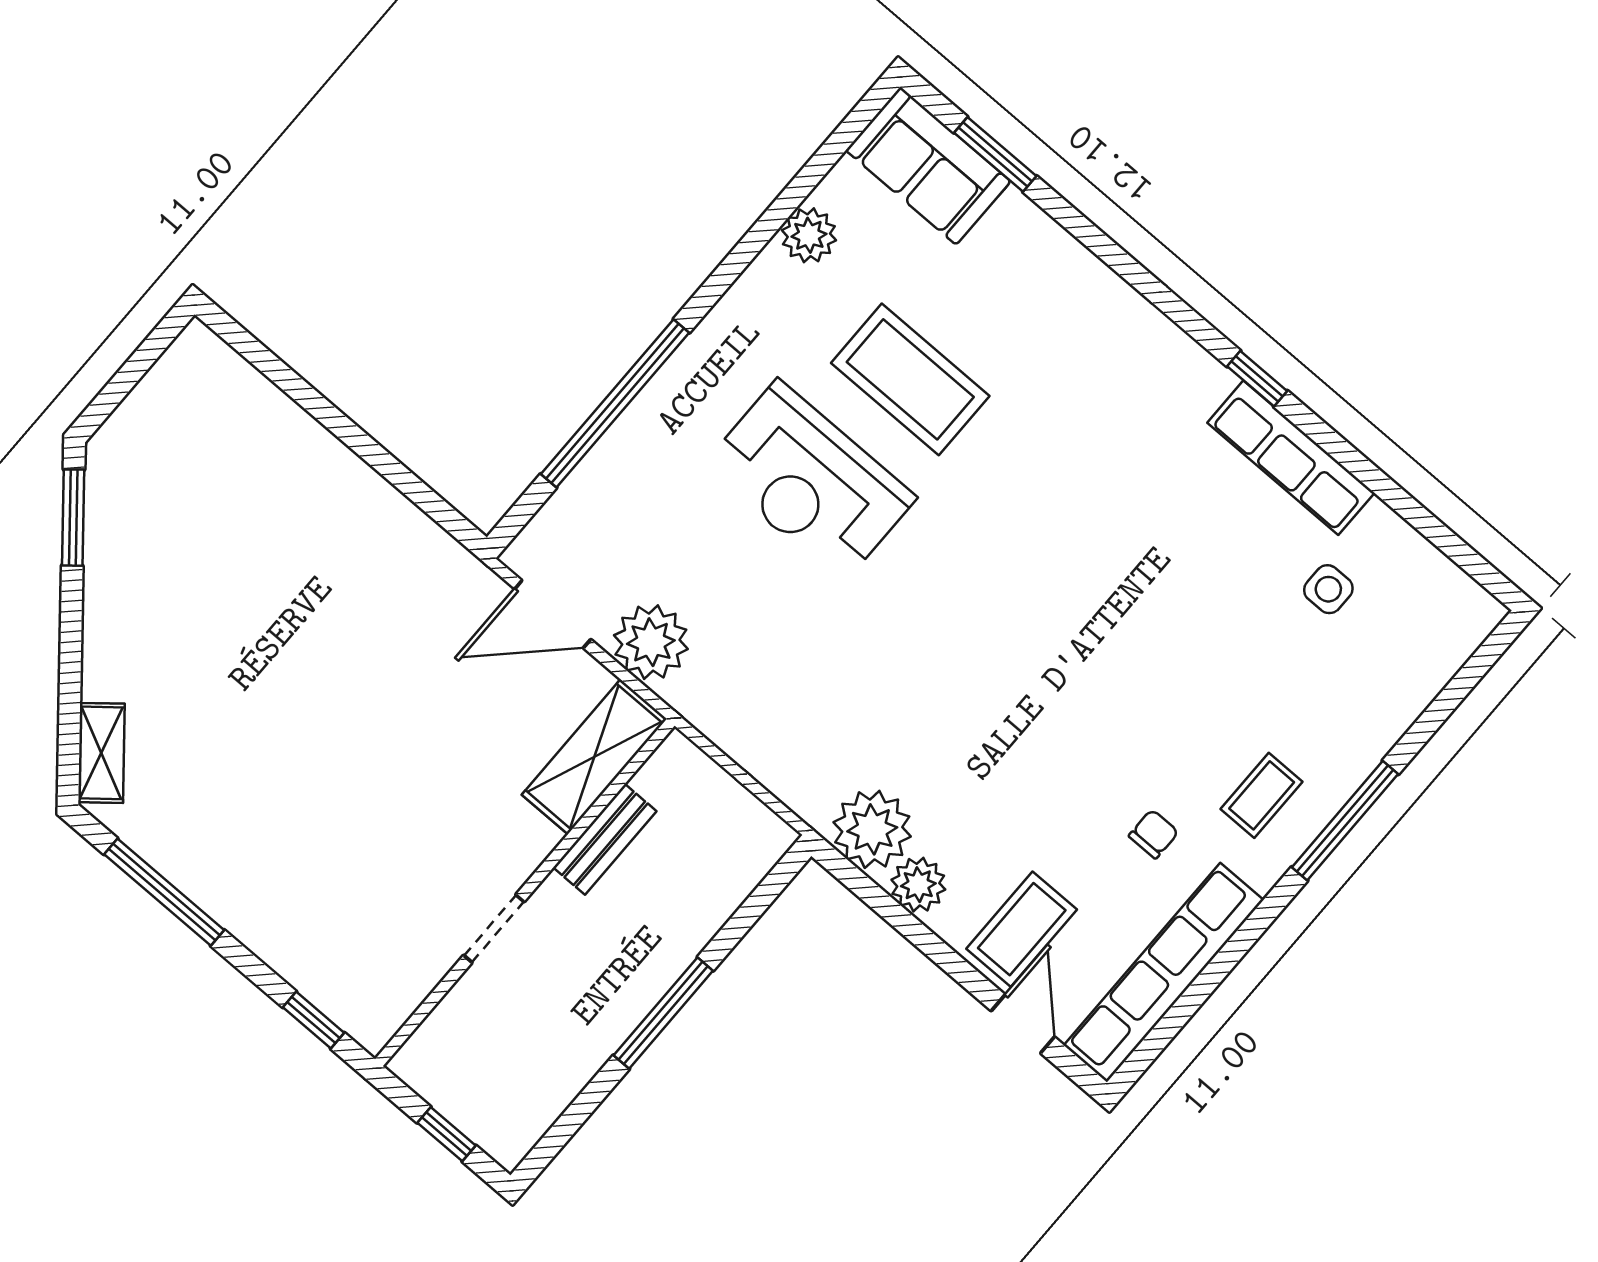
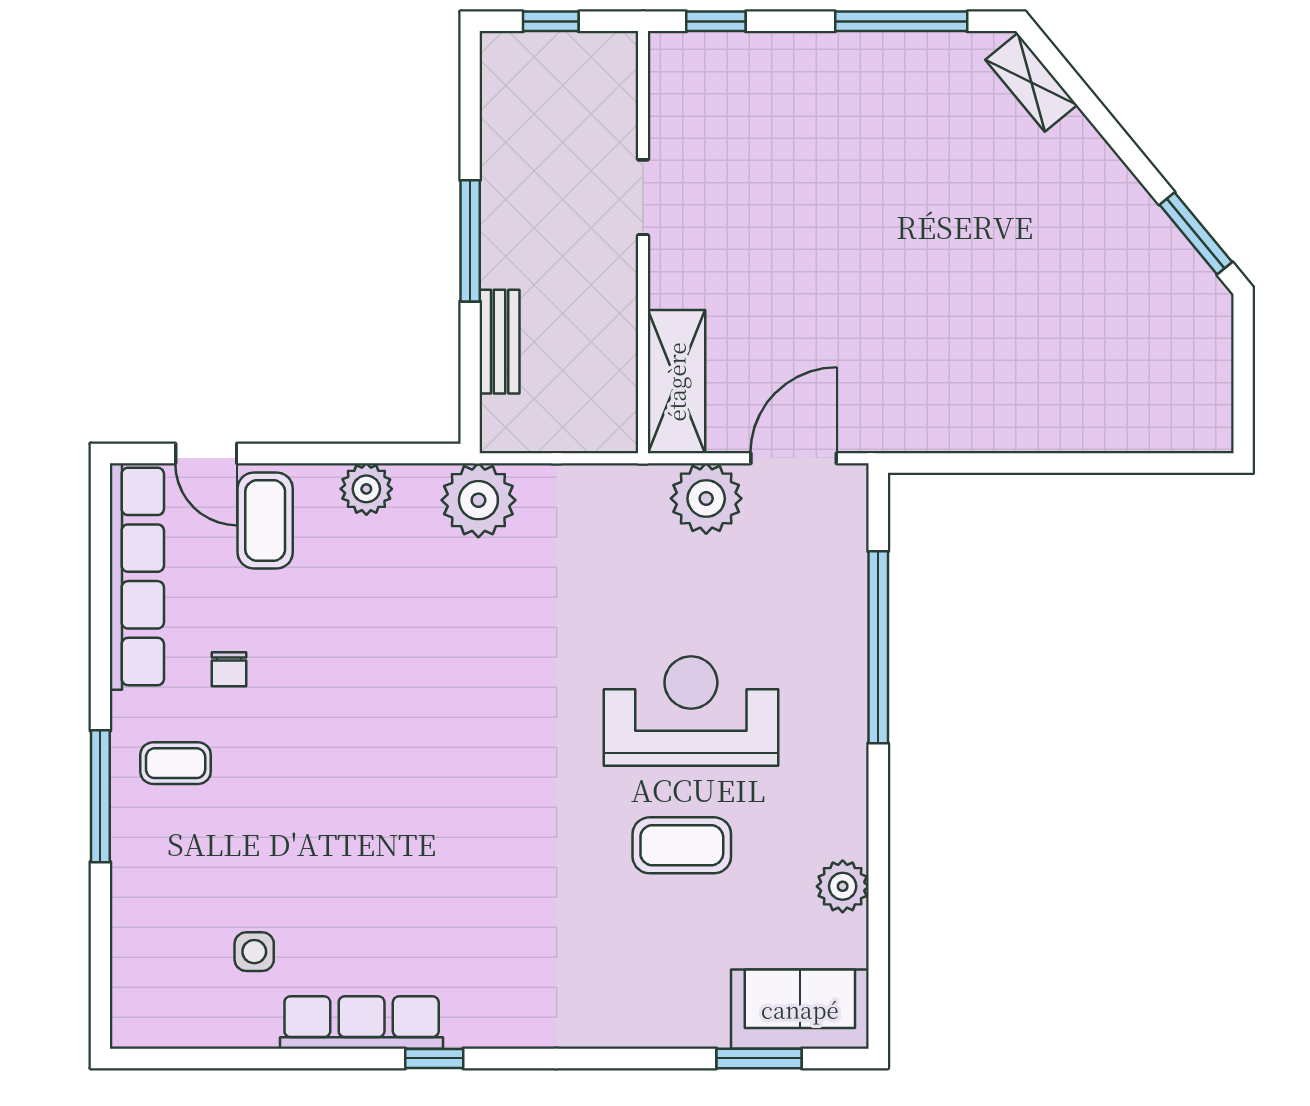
coffee table: (910, 379) -> (682, 845), width x0.73, depth x0.76
coffee table: (1262, 795) -> (176, 763), turned 90
plant: (872, 829) -> (478, 500), moved
bench: (605, 839) -> (500, 342), moved

